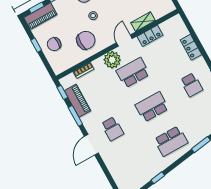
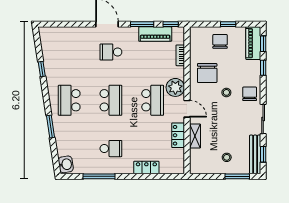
school desk: (192, 85) -> (111, 149), turned 180

